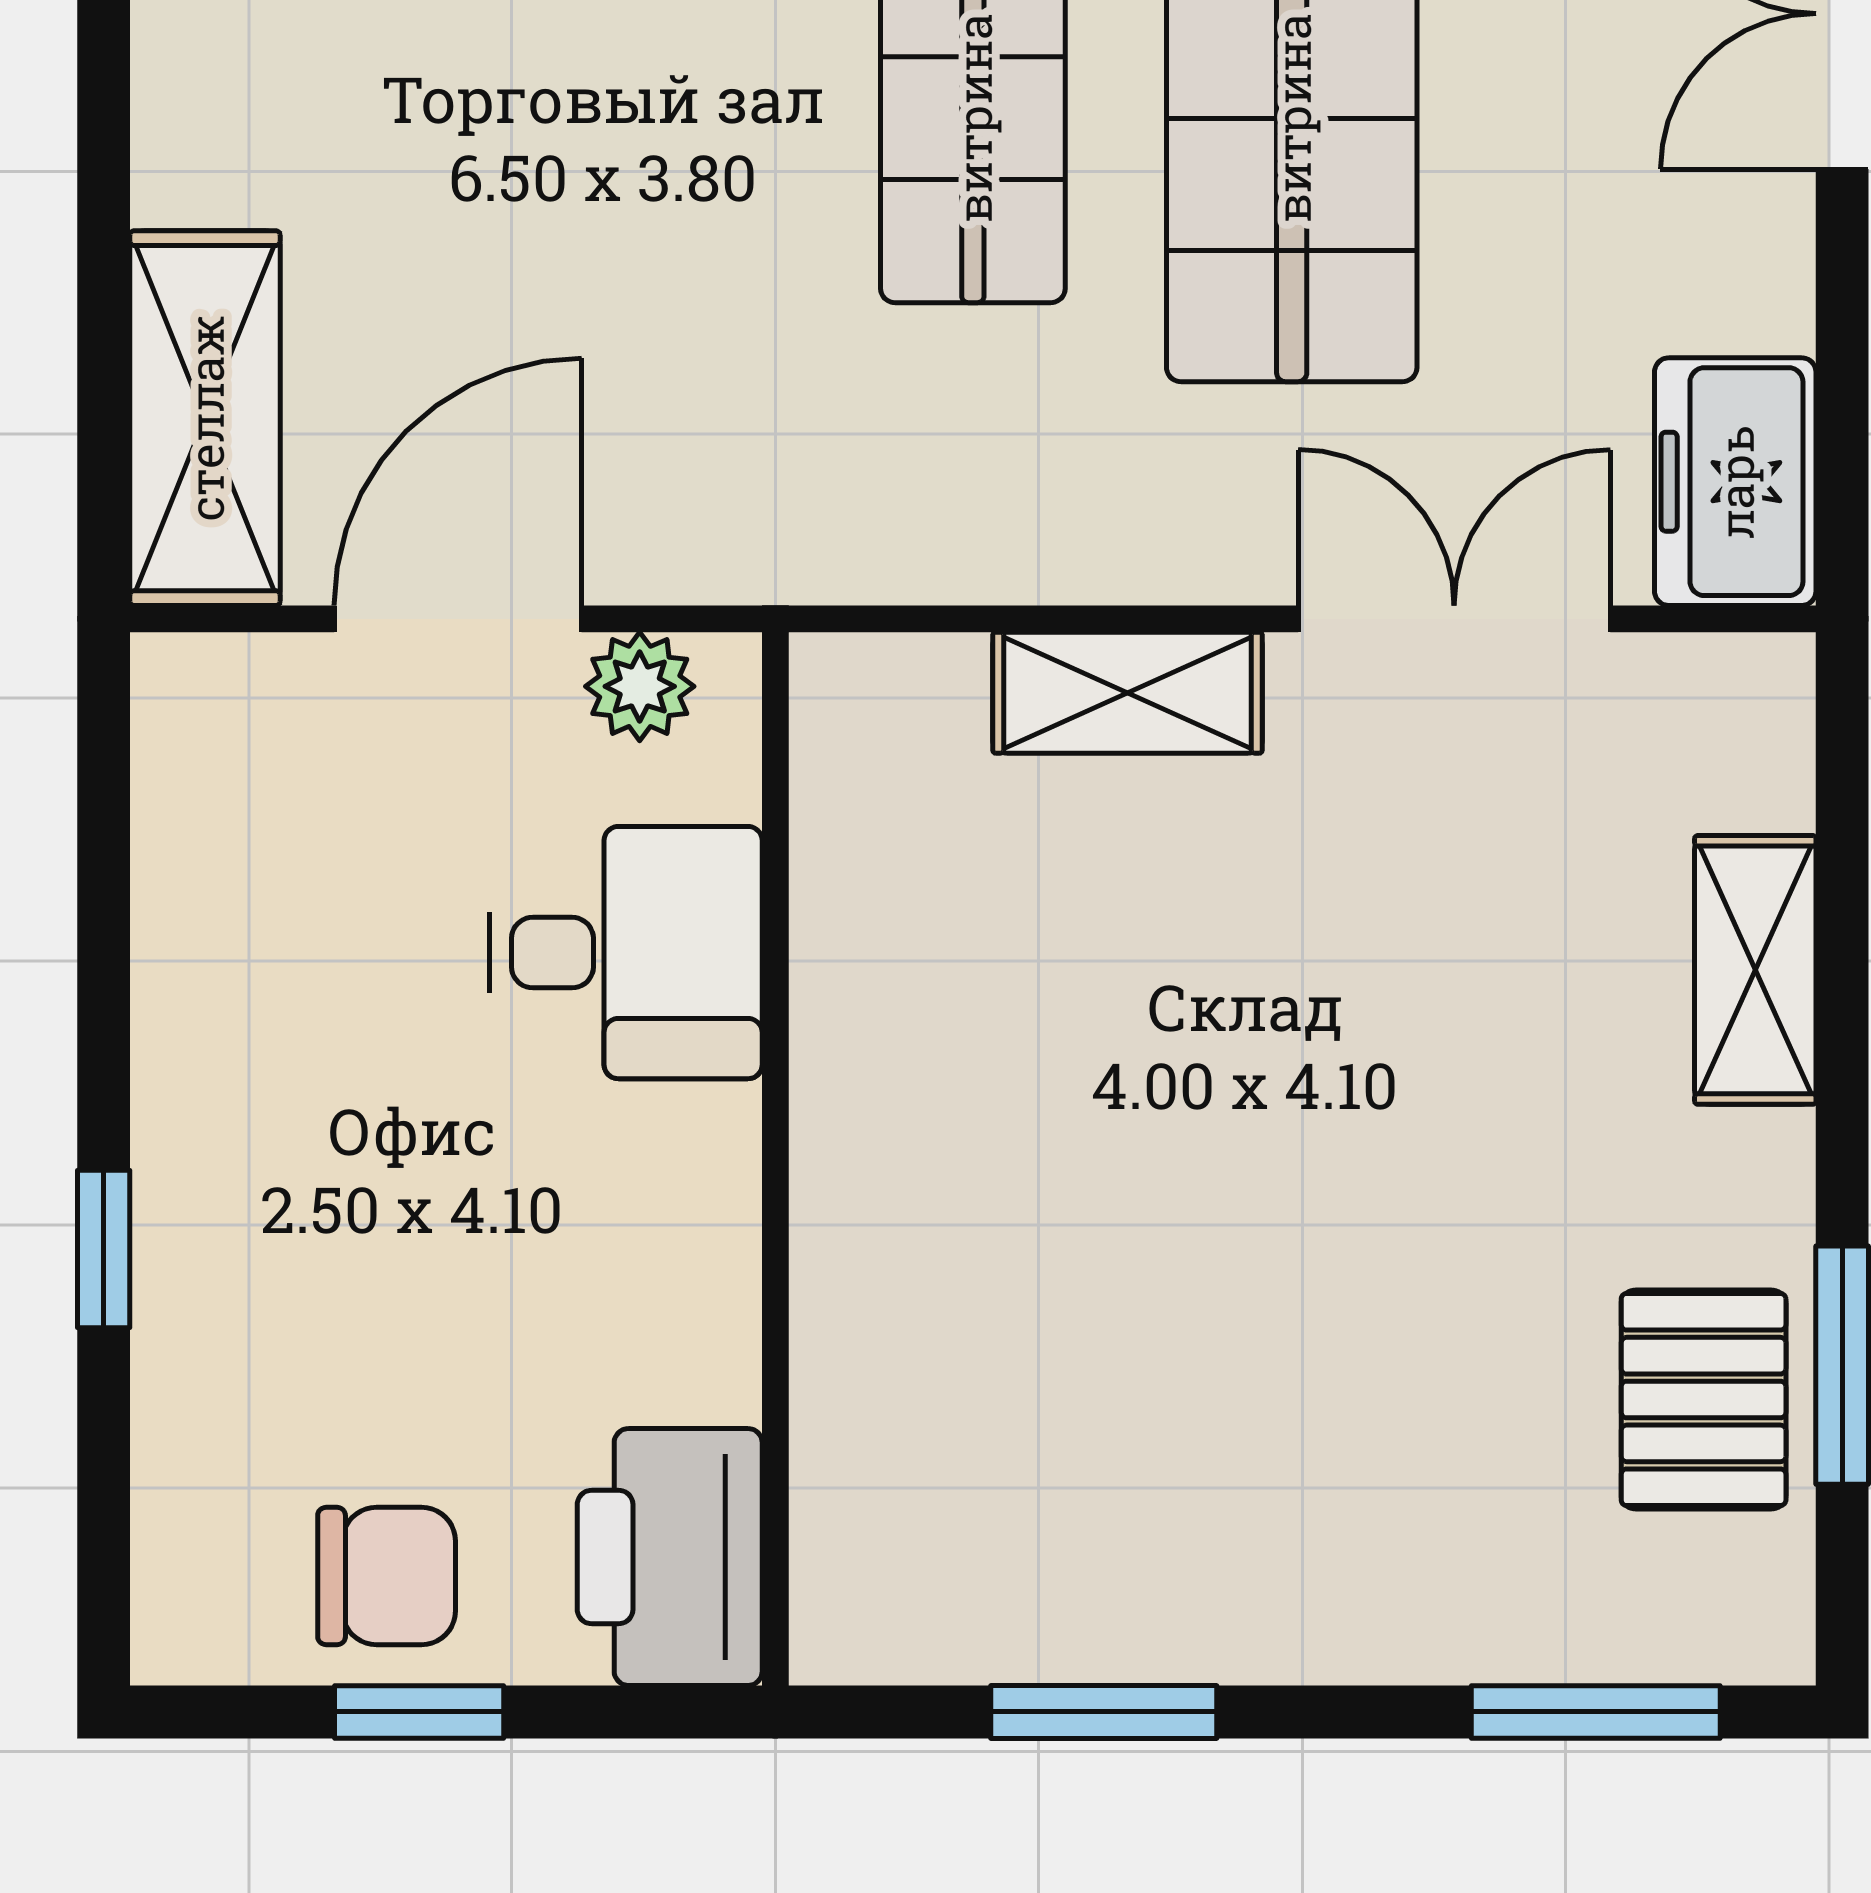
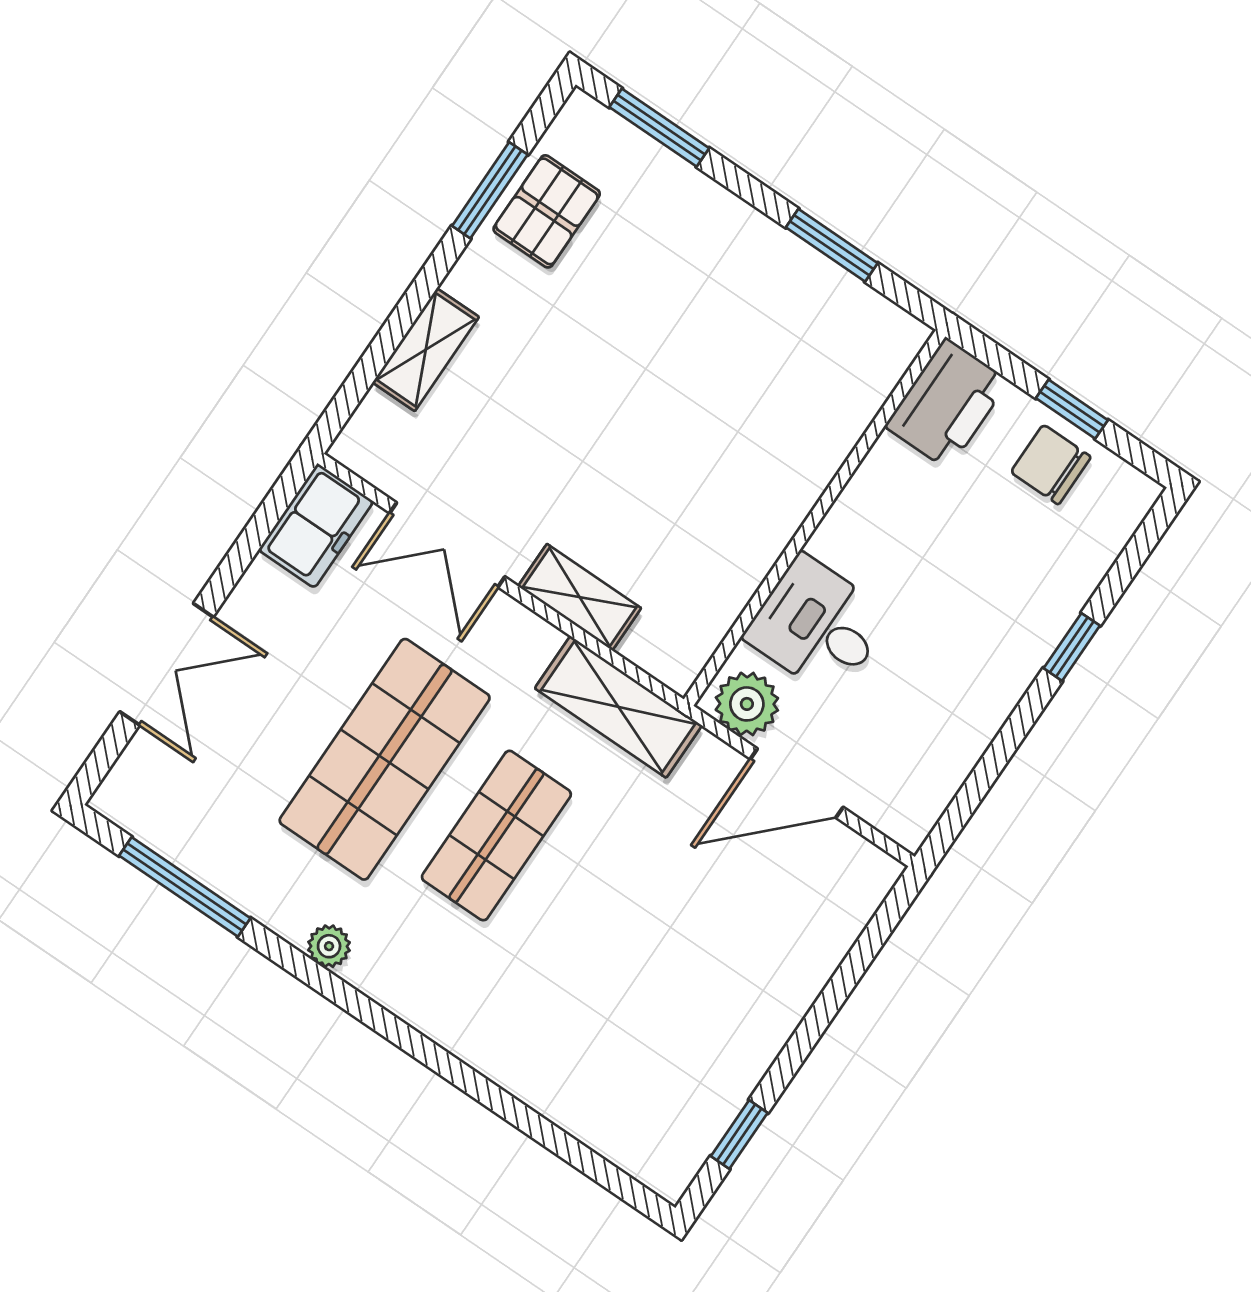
shelving: (205, 418) -> (618, 707), moved, turned 90
plant: (640, 686) -> (747, 704), width x1.38, depth x1.38

